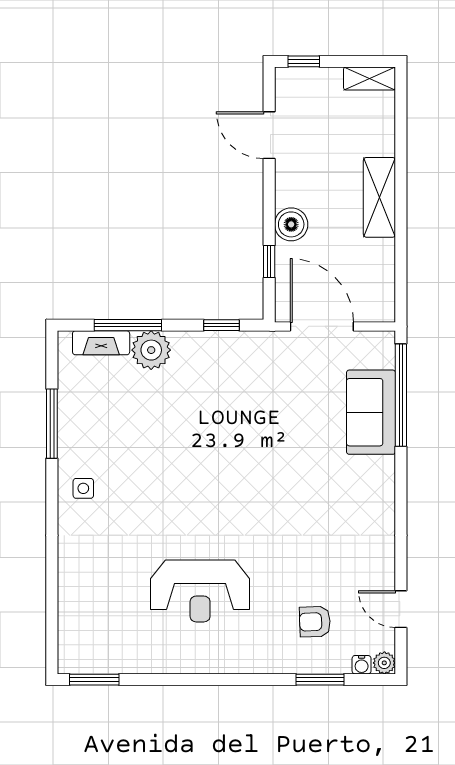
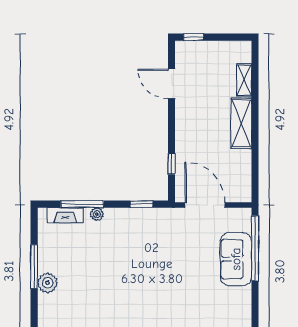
shelving: (369, 79) -> (244, 80), moved, turned 90
boiler: (291, 224) -> (185, 140), removed
plant: (151, 350) -> (97, 214), width x0.53, depth x0.53
plant: (73, 449) -> (48, 283), added
side table: (83, 488) -> (54, 307), removed

